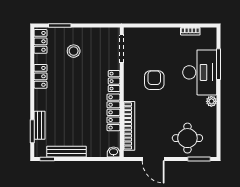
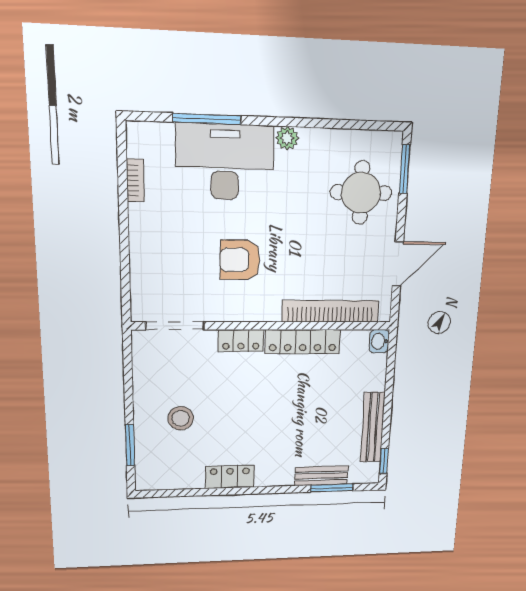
locker: (41, 41) -> (162, 479), removed

